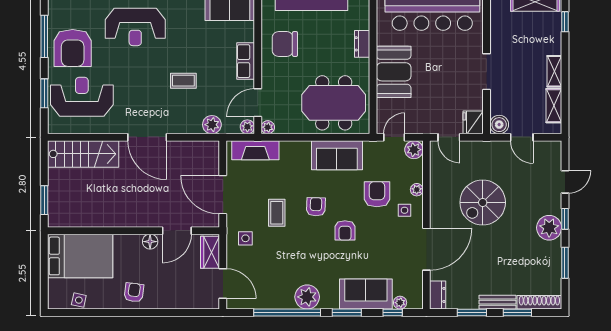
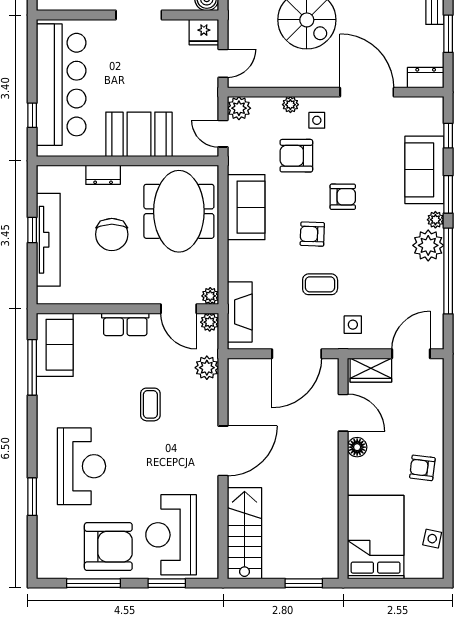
chair: (285, 44) -> (112, 234), moved
plant: (400, 303) -> (435, 220), moved

